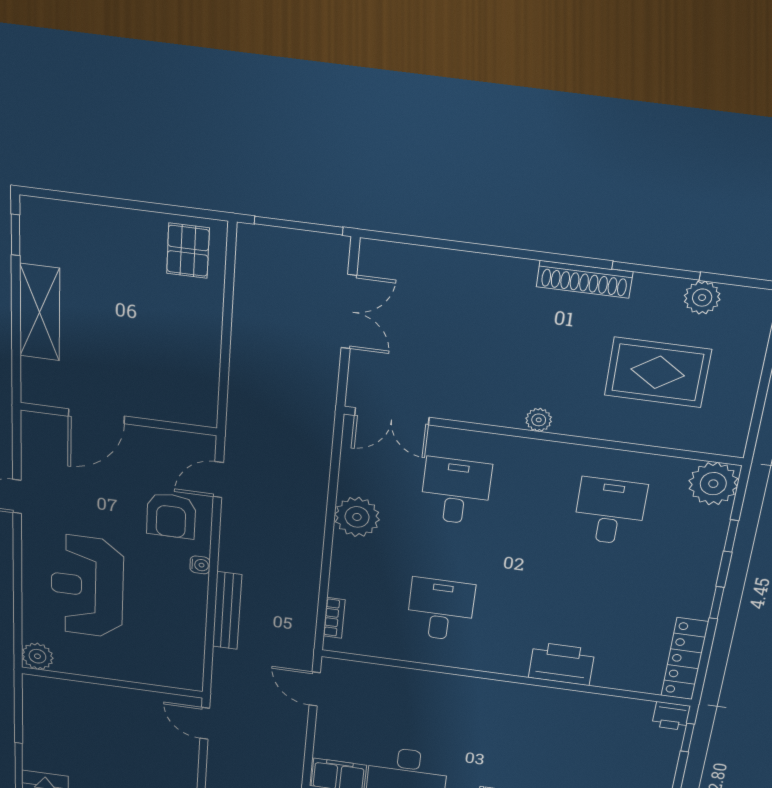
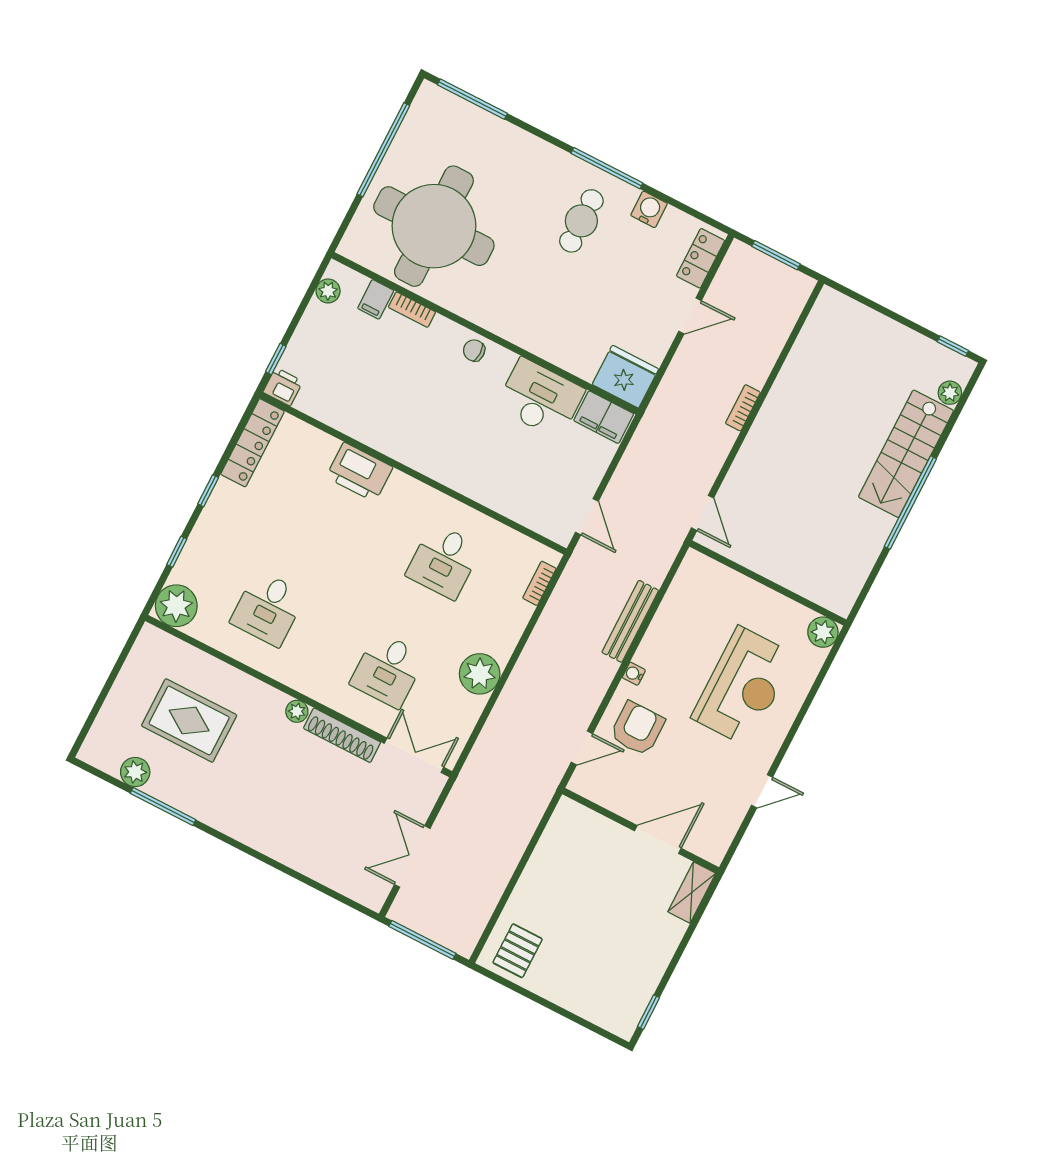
shoe rack: (585, 279) -> (342, 735), moved, turned 180
shelving: (40, 312) -> (692, 893), moved, width x0.67, depth x0.75

